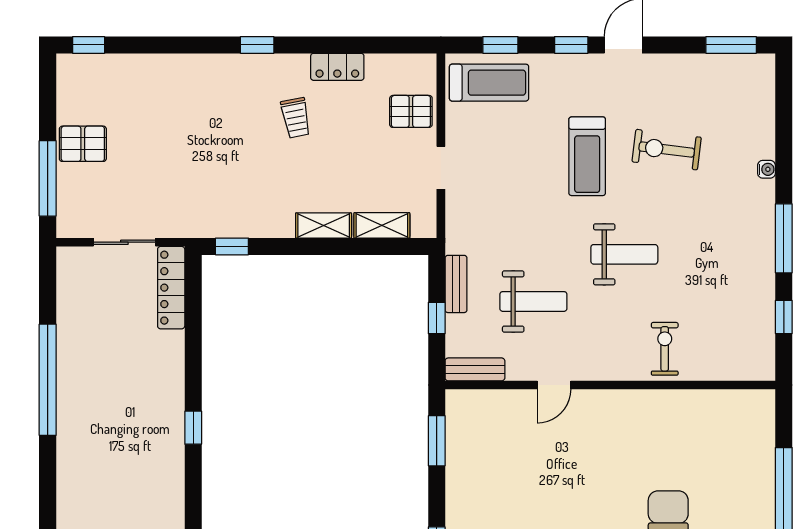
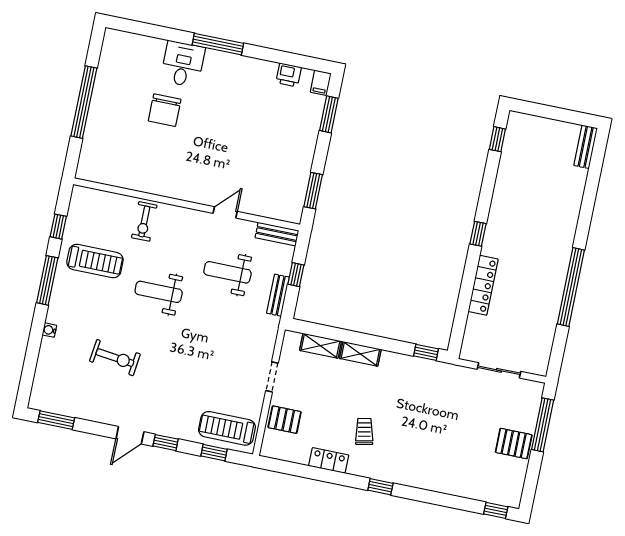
treadmill: (587, 156) -> (95, 261), moved, turned 90
locker: (171, 288) -> (483, 285), moved

